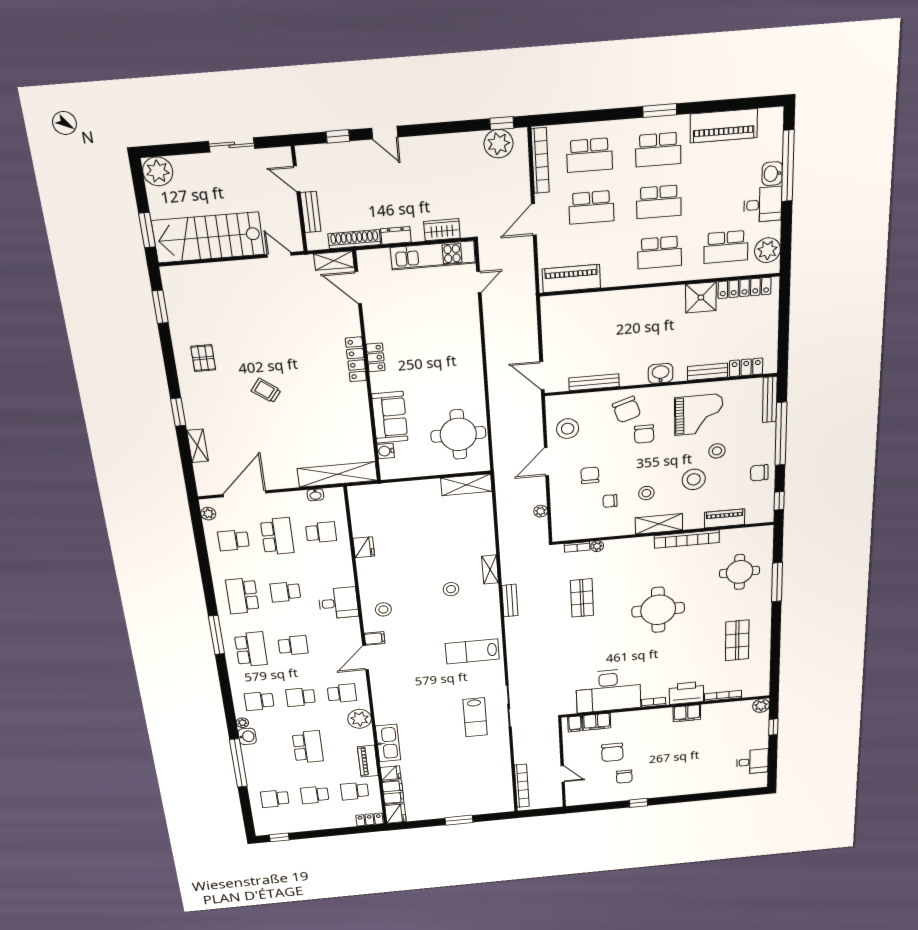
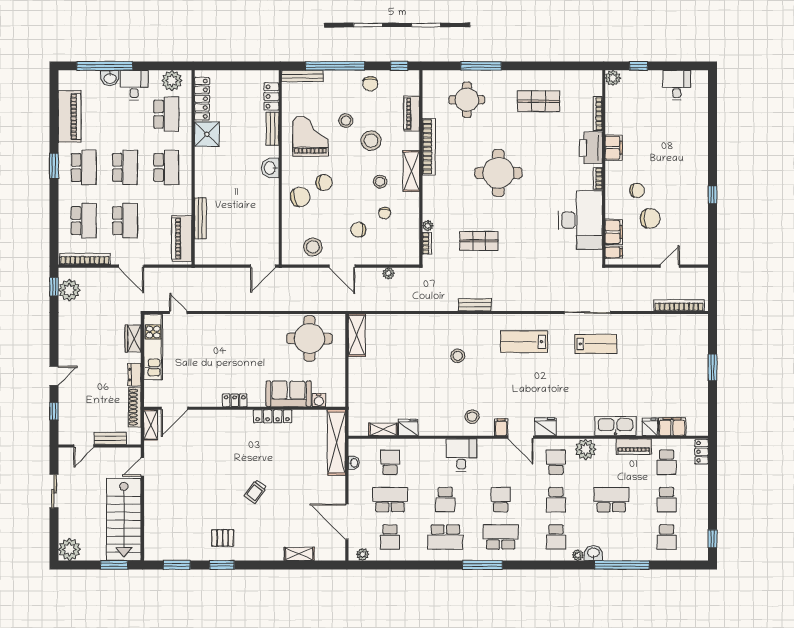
locker: (356, 359) -> (273, 416), moved
bench: (594, 382) -> (200, 218), moved
window: (178, 412) -> (222, 565), moved
shelving: (490, 570) -> (383, 429), moved
lab bench: (472, 651) -> (524, 342), turned 90
chair: (624, 777) -> (637, 190), moved
fridge: (395, 814) -> (545, 427), moved

